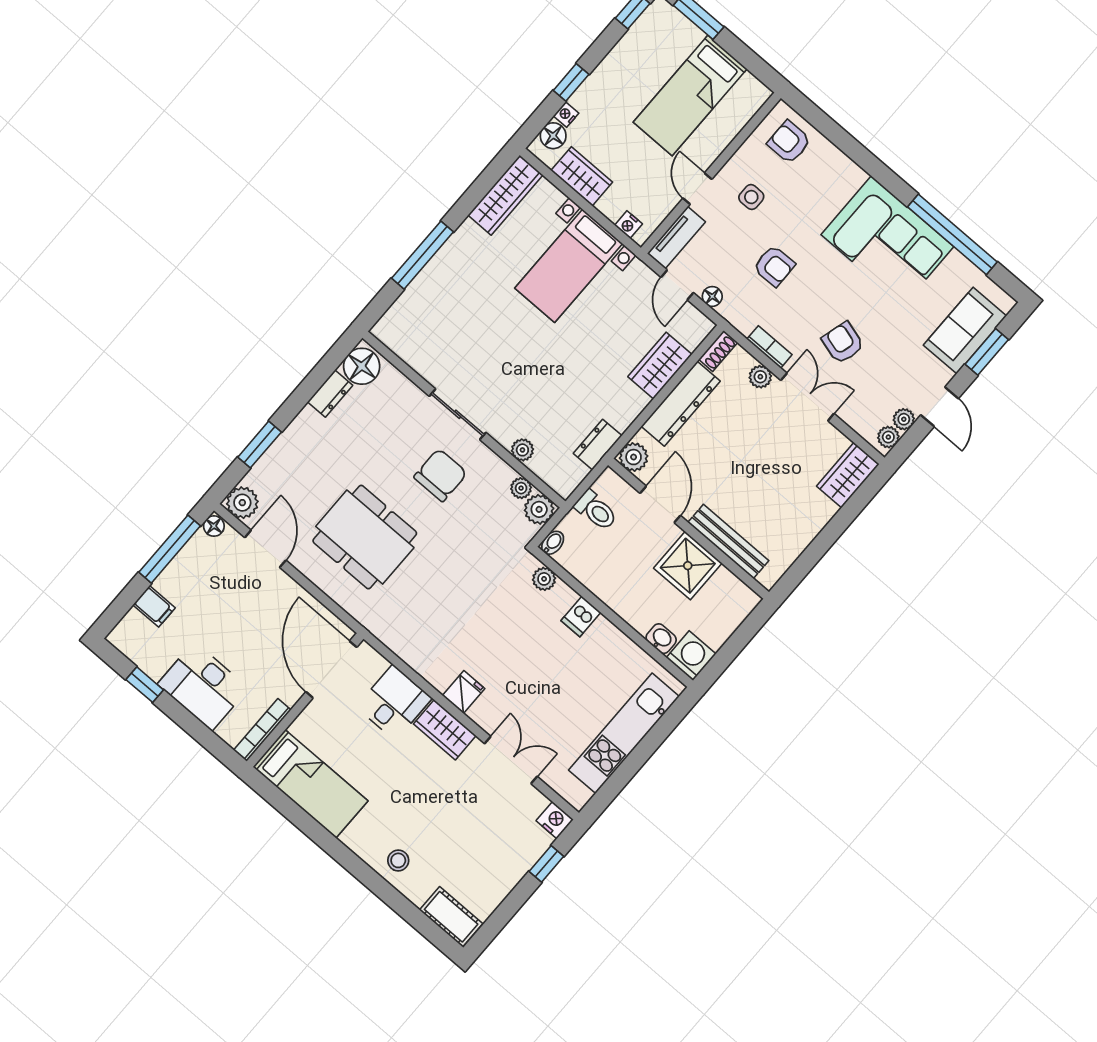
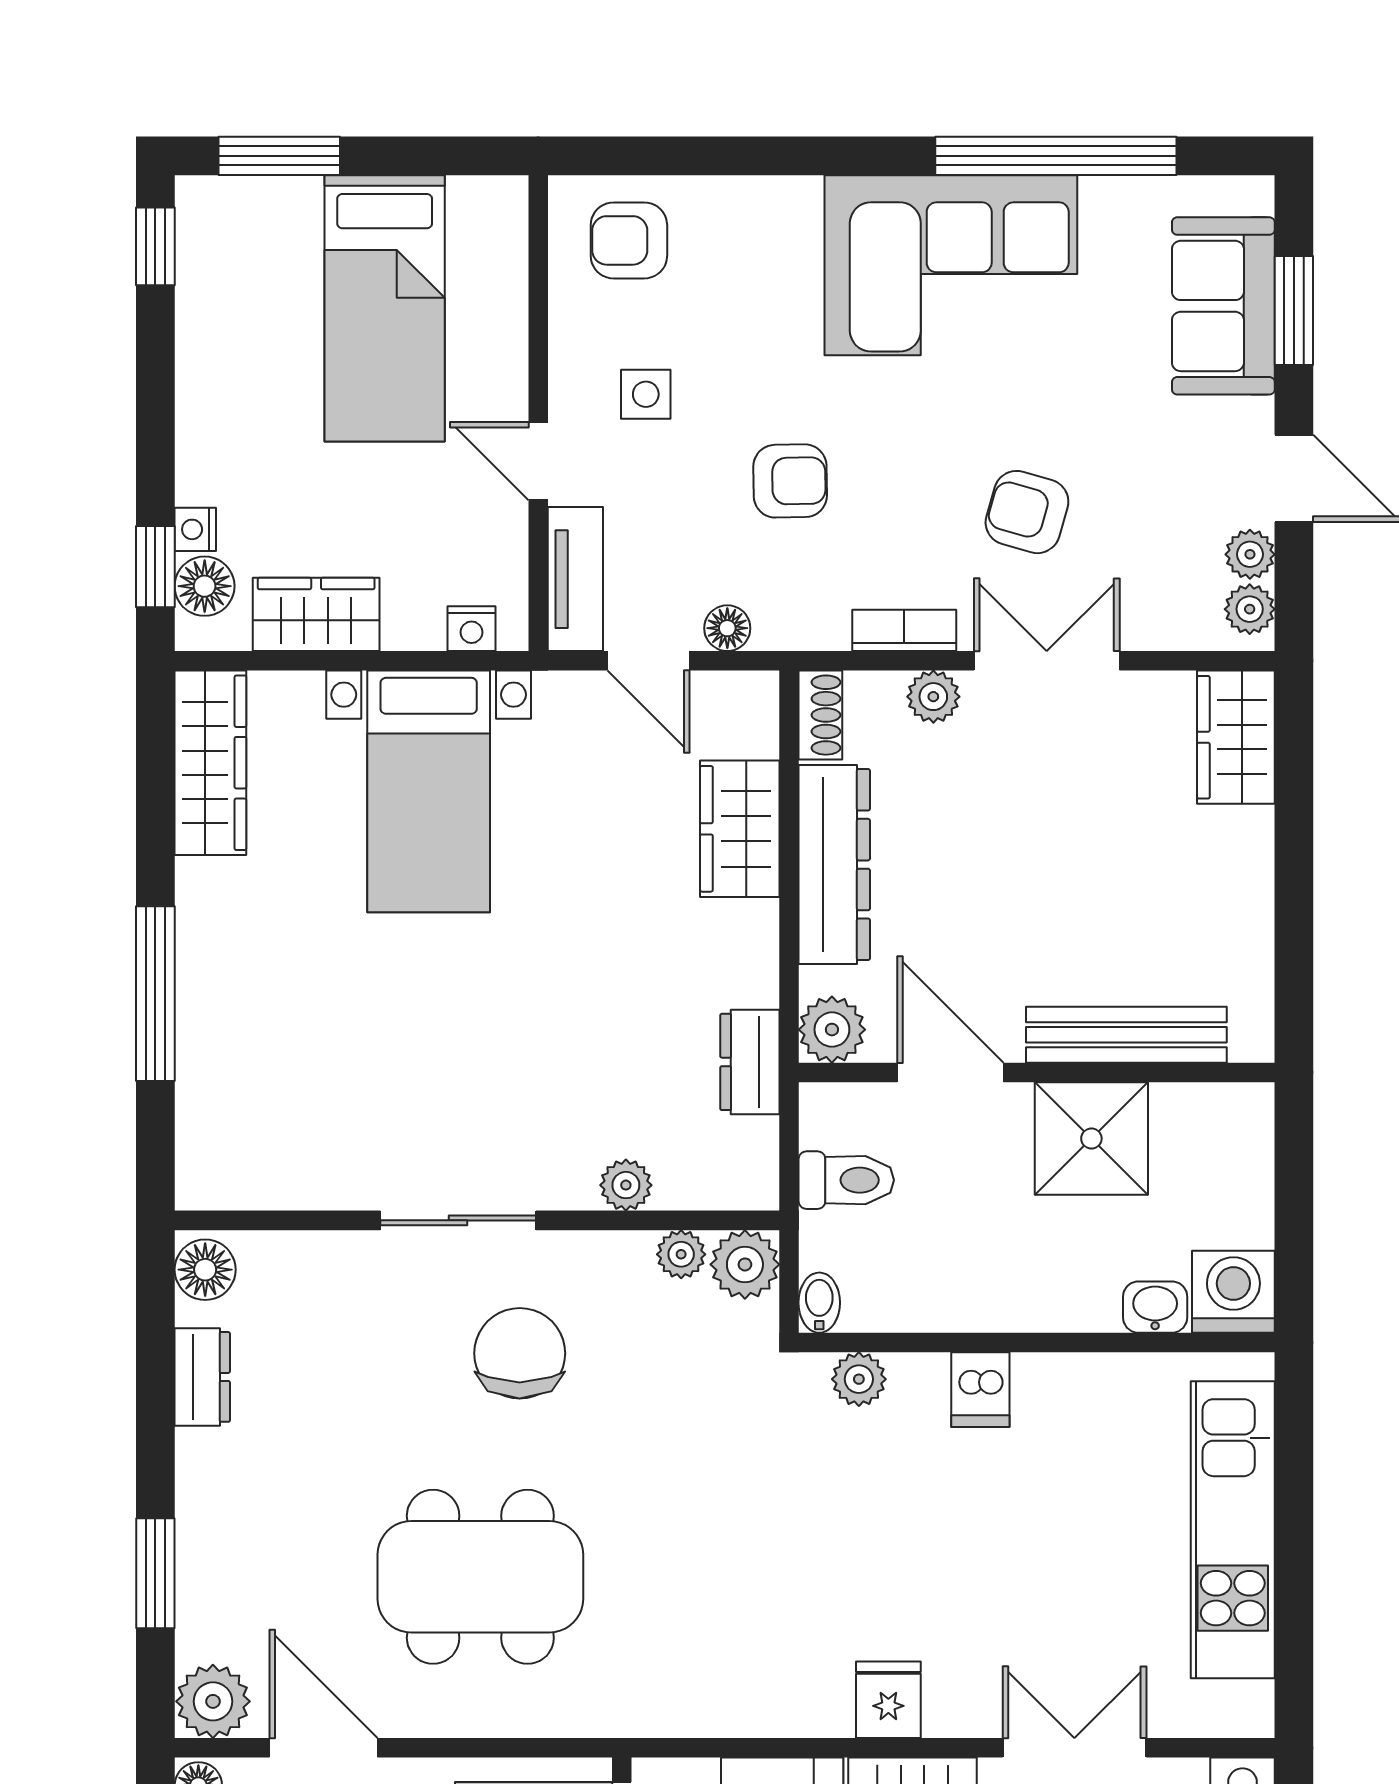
window: (571, 82) -> (155, 567), moved
floor lamp: (362, 366) -> (205, 1270), width x0.73, depth x0.73

